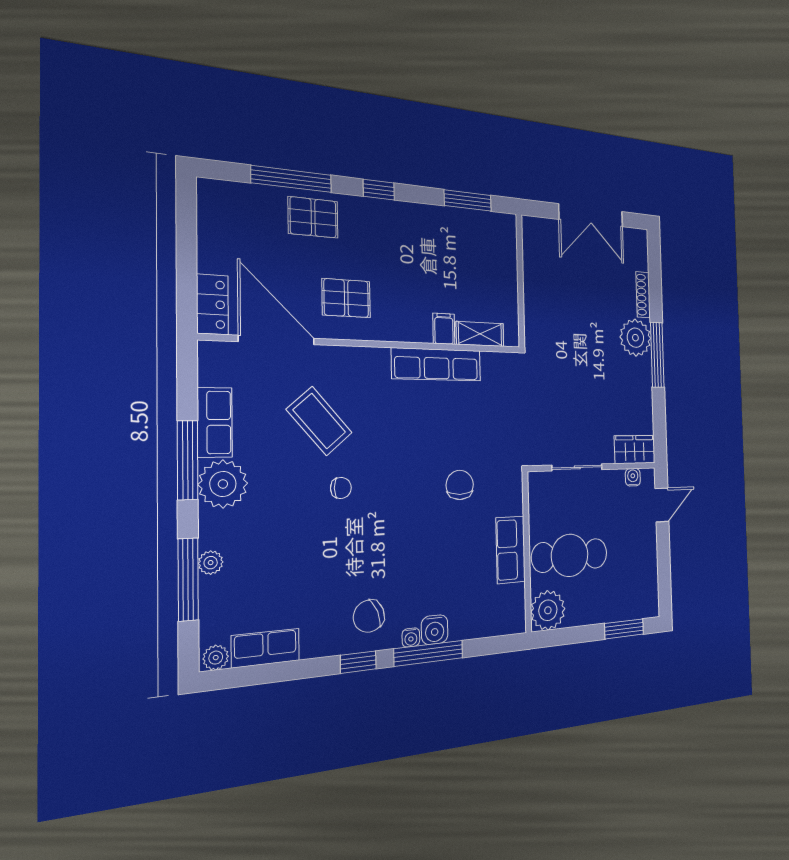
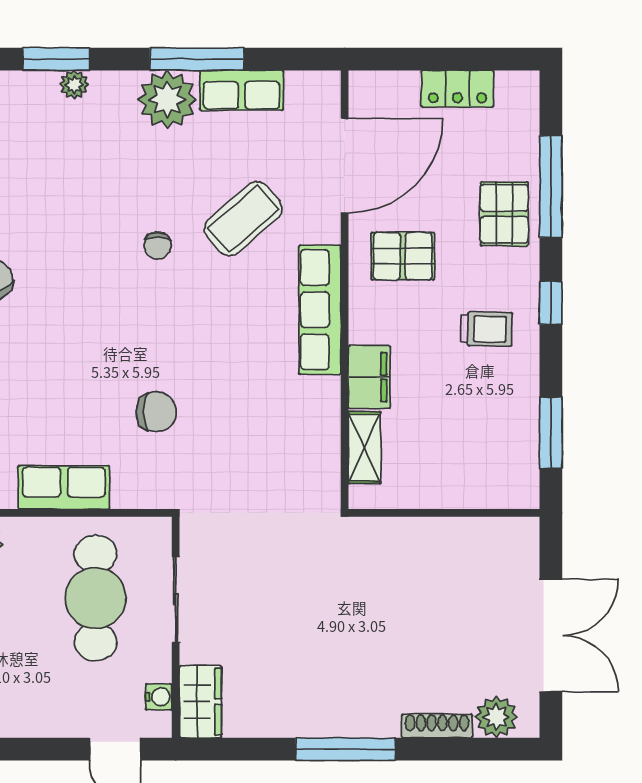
double door: (591, 215) -> (551, 635), swing flipped
trolley: (398, 239) -> (486, 329), added
pallet: (346, 298) -> (403, 256), turned 90
locker: (212, 304) -> (457, 89), moved
filing cabinet: (444, 329) -> (369, 377), width x2.00
plant: (635, 338) -> (496, 717), moved, width x0.73, depth x0.73
row of seats: (437, 365) -> (320, 310), moved
cafe table: (570, 555) -> (96, 598), moved
window: (188, 579) -> (56, 59), width x0.69

